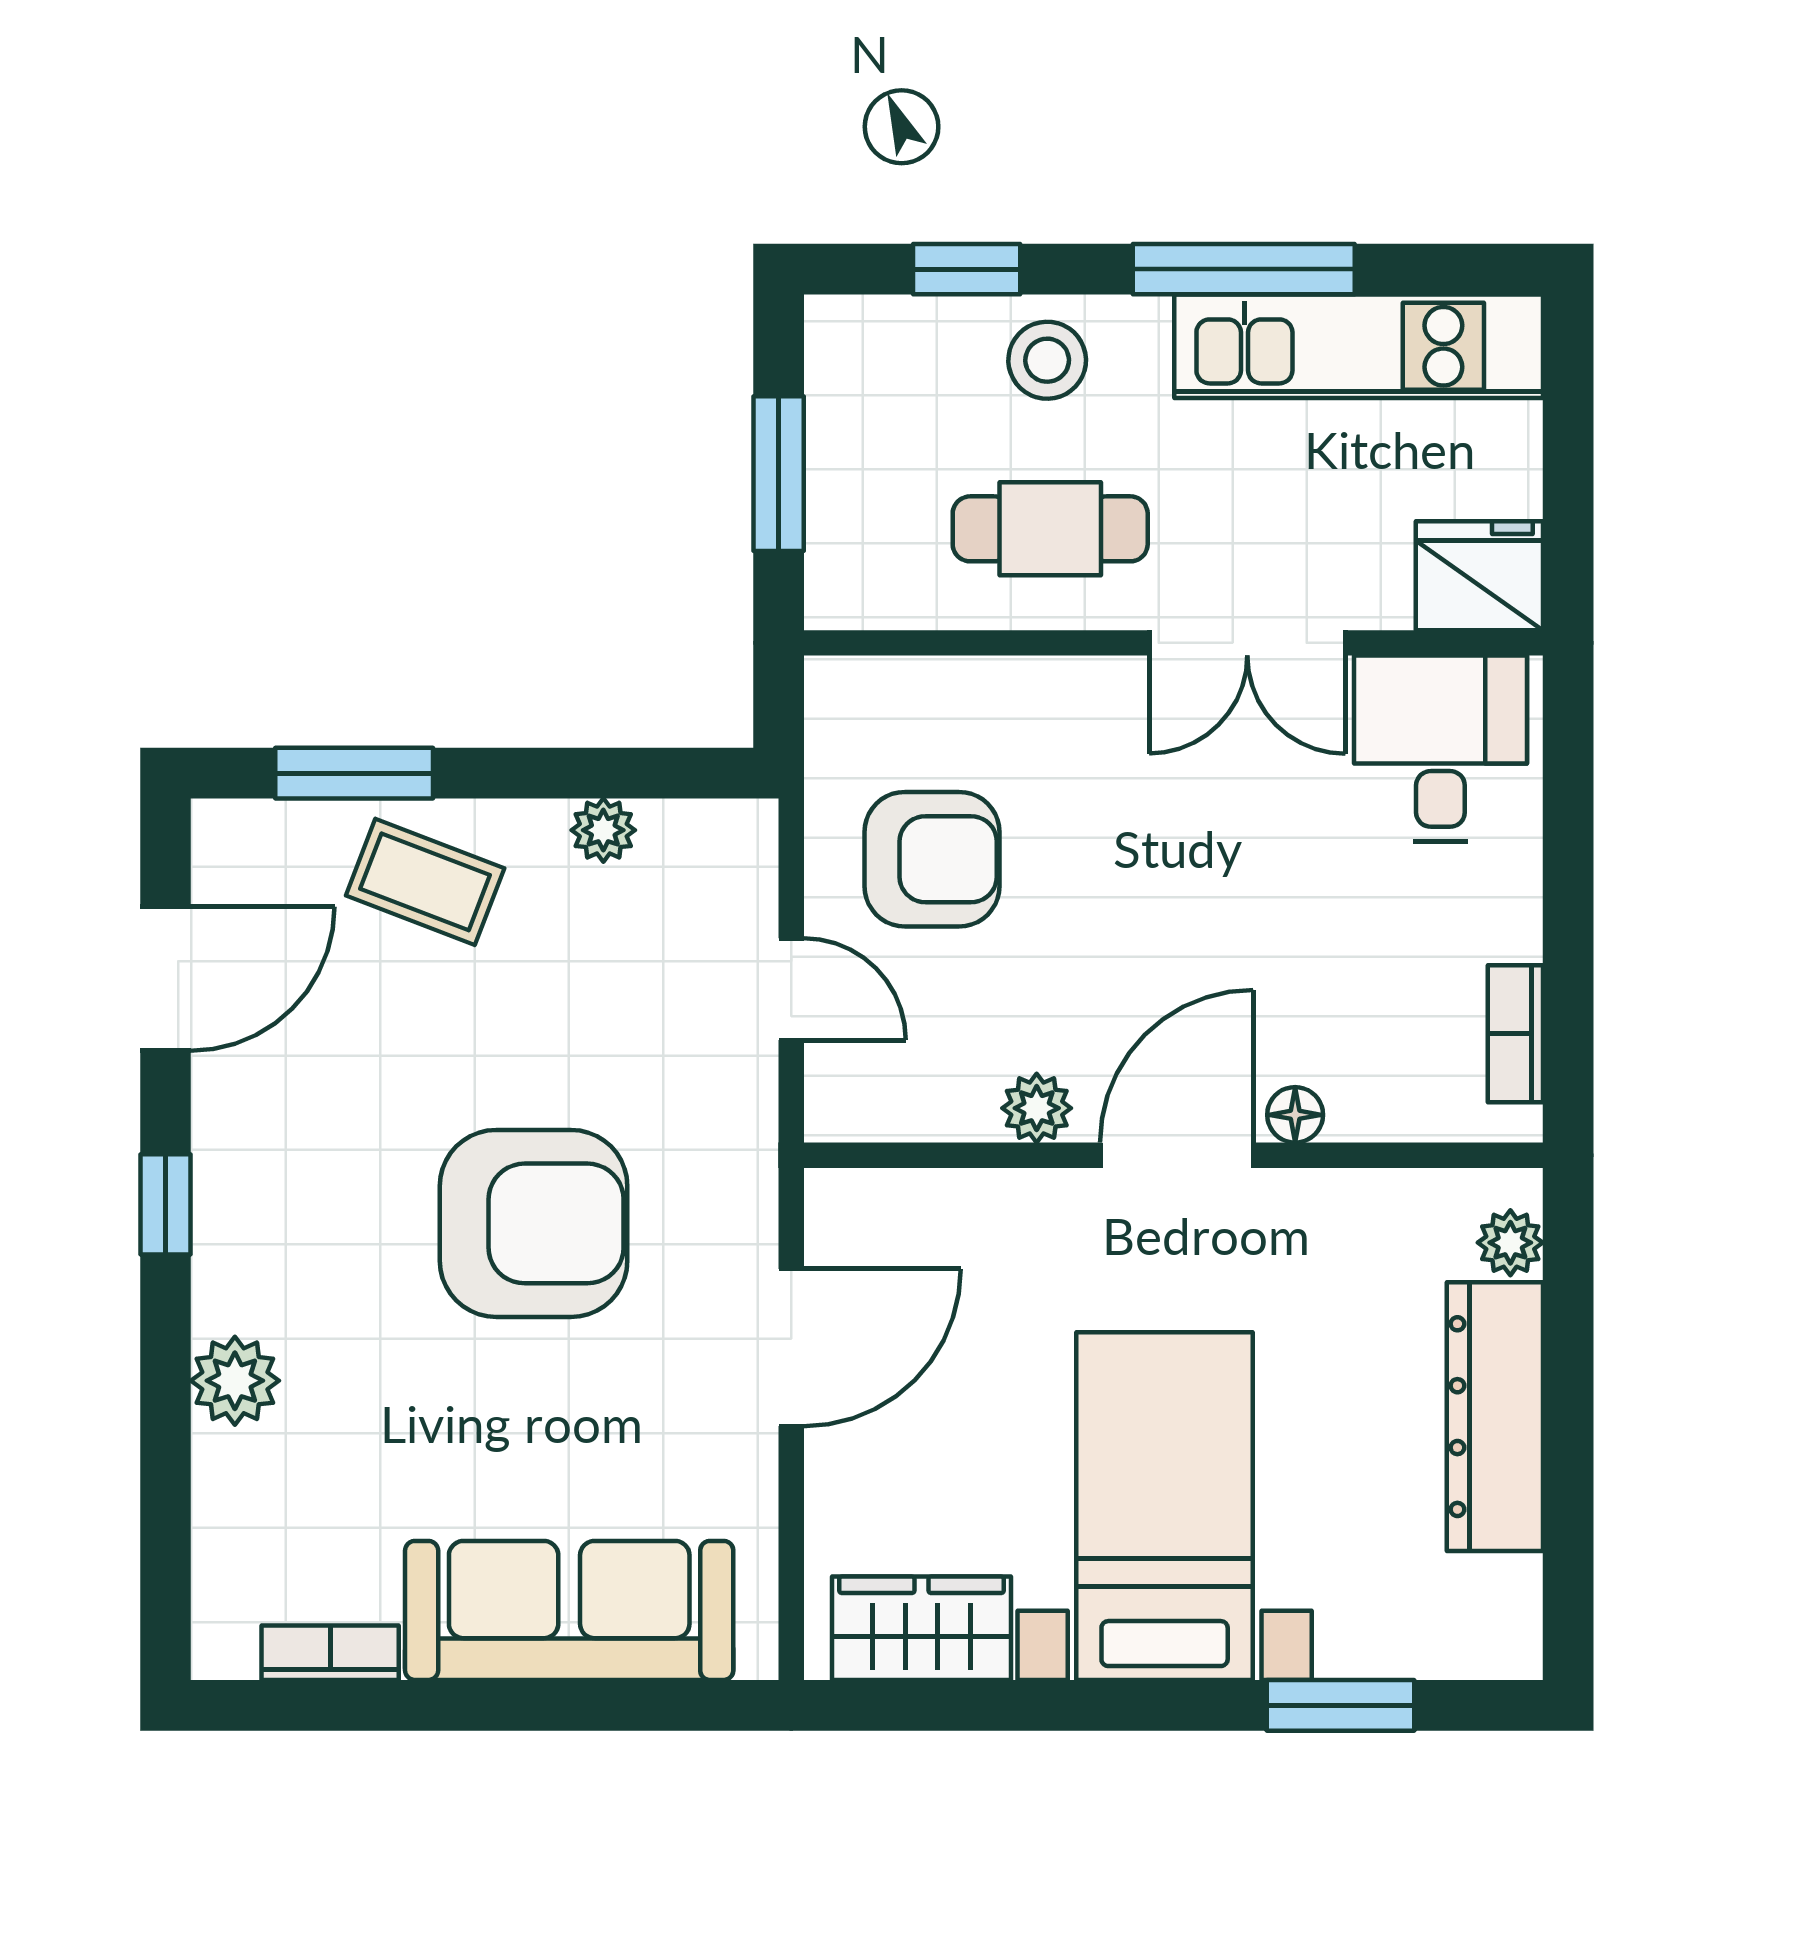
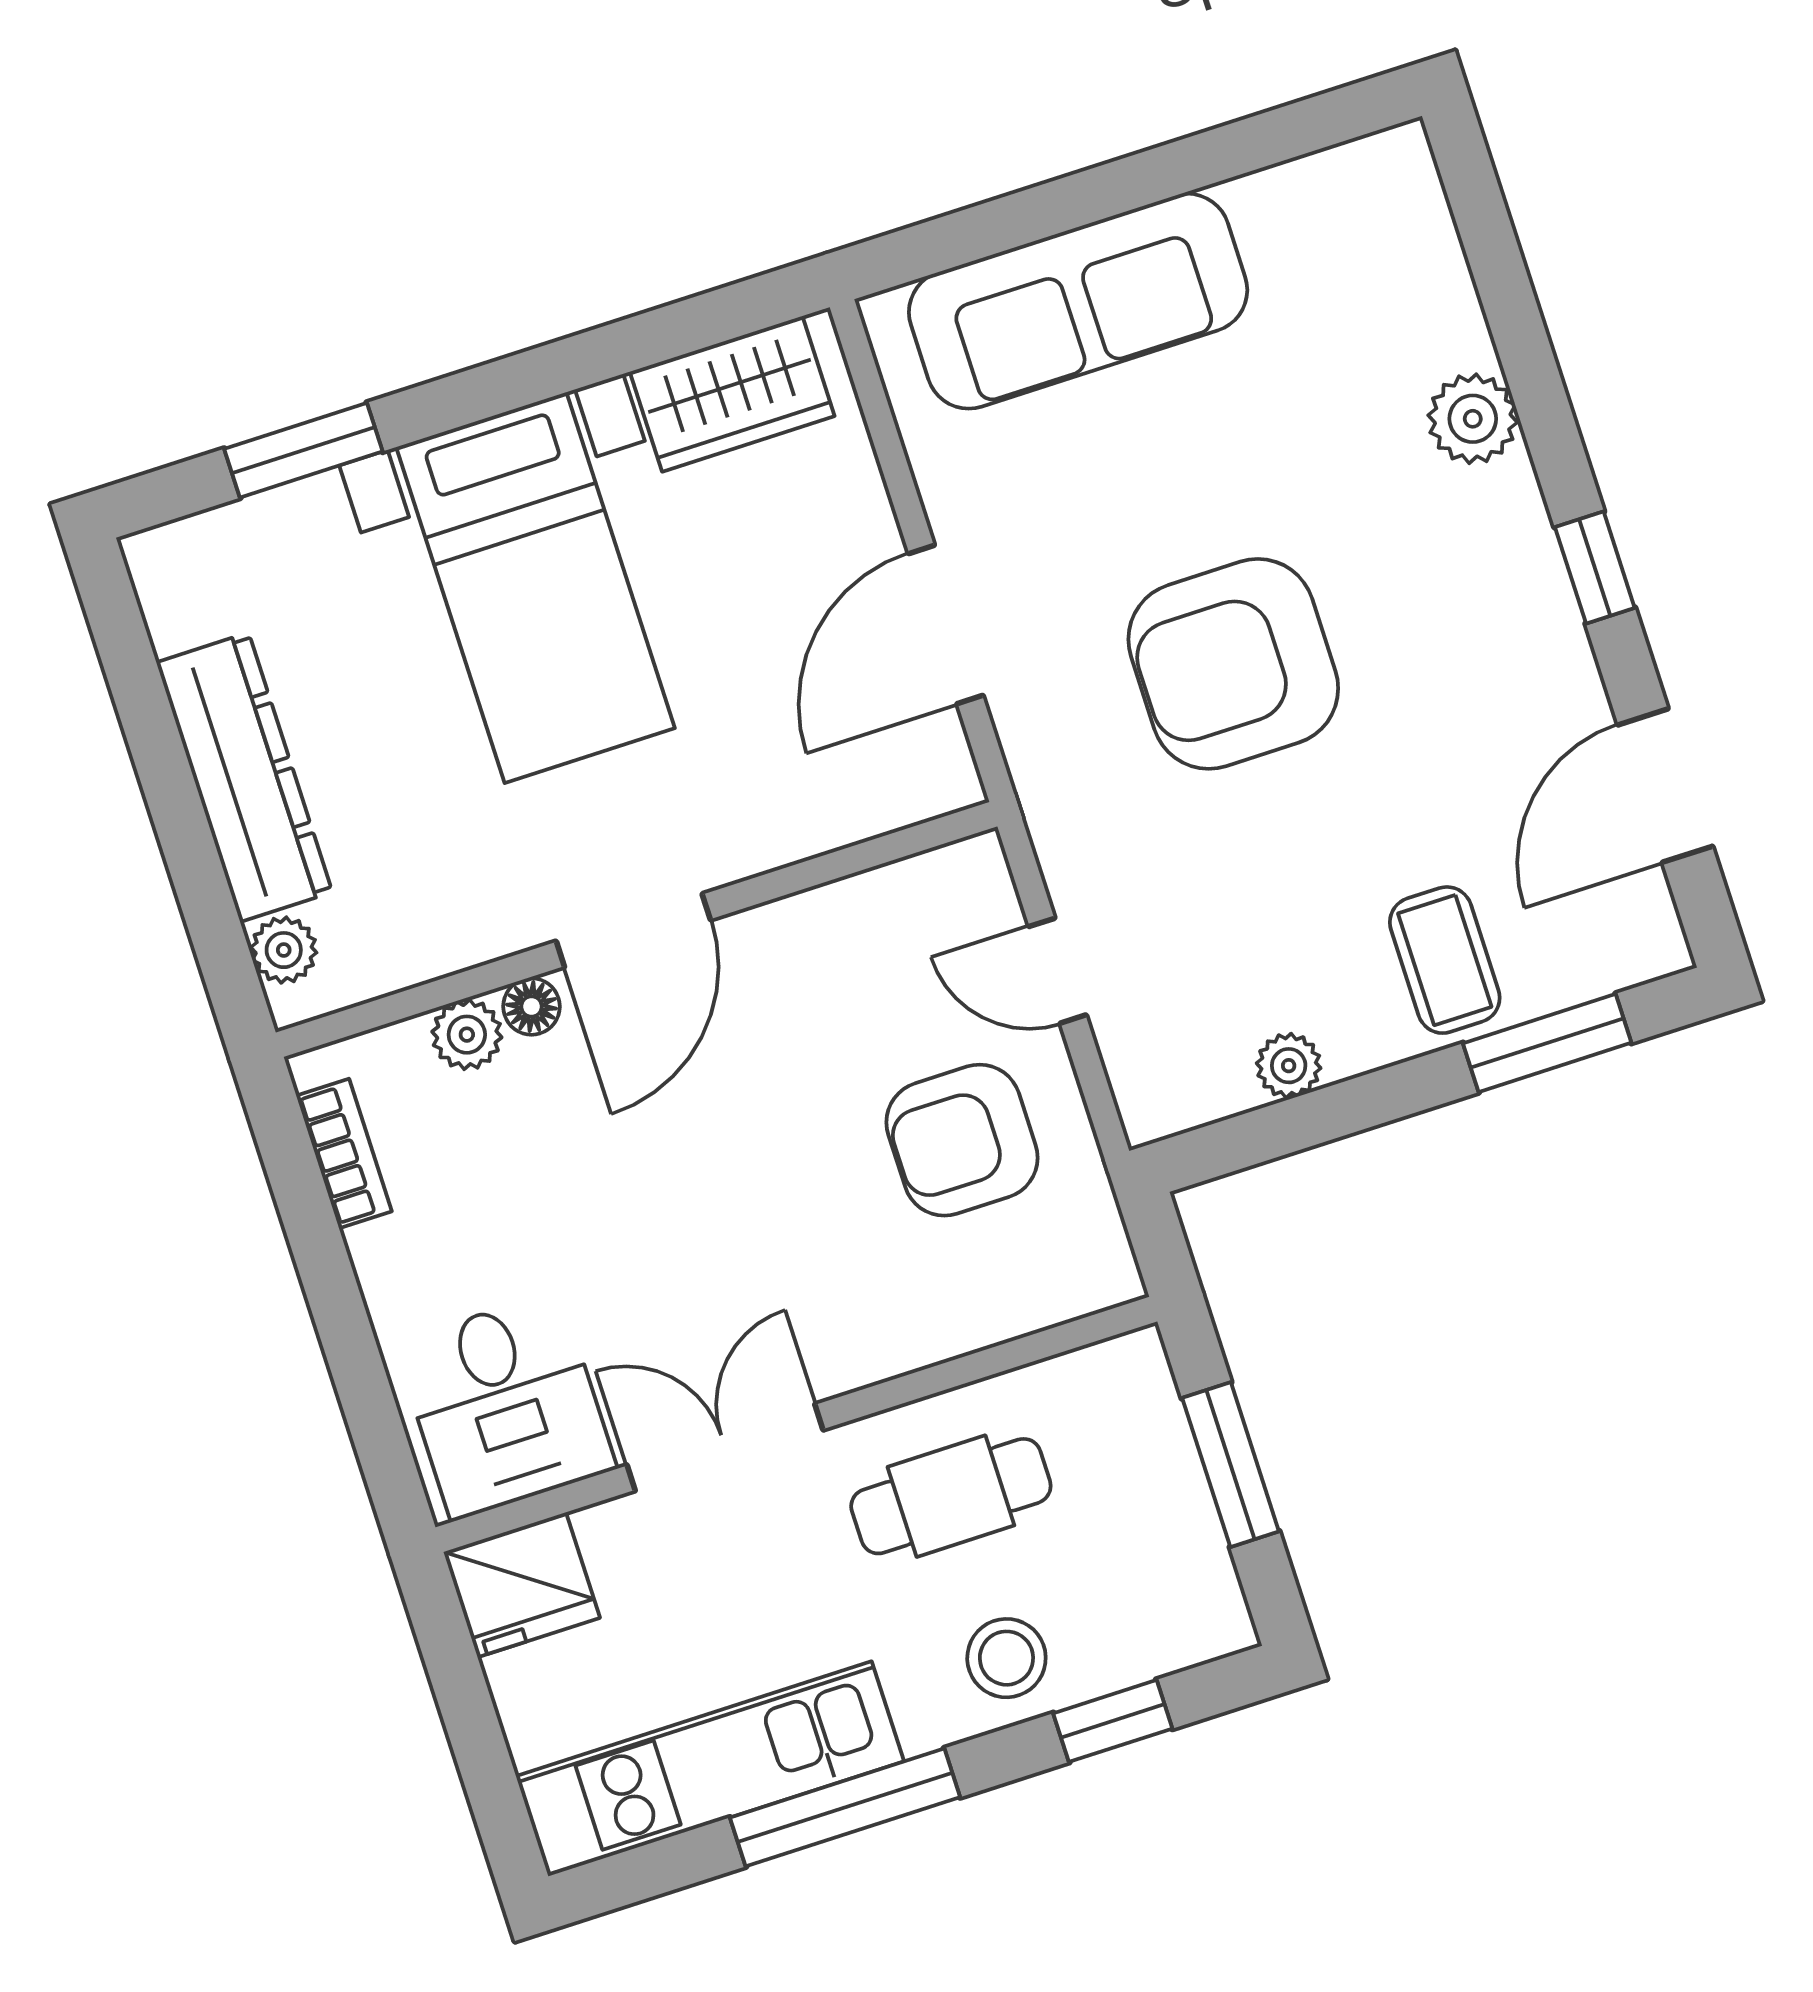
coffee table: (425, 882) -> (1445, 960), turned 69
plant: (1037, 1108) -> (467, 1035), moved
bookcase: (330, 1653) -> (1296, 186), removed

